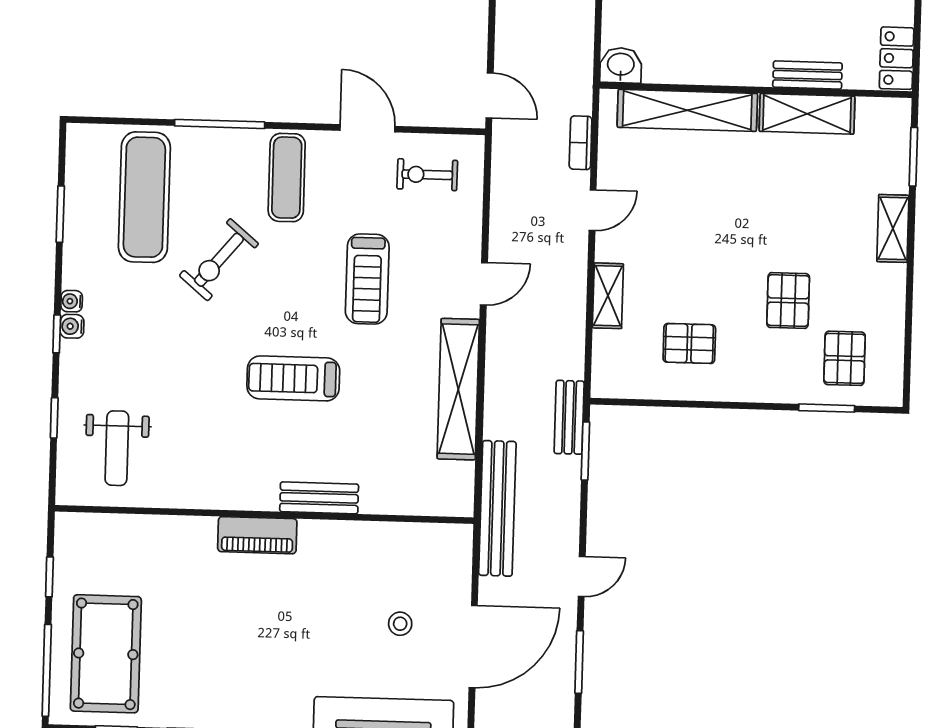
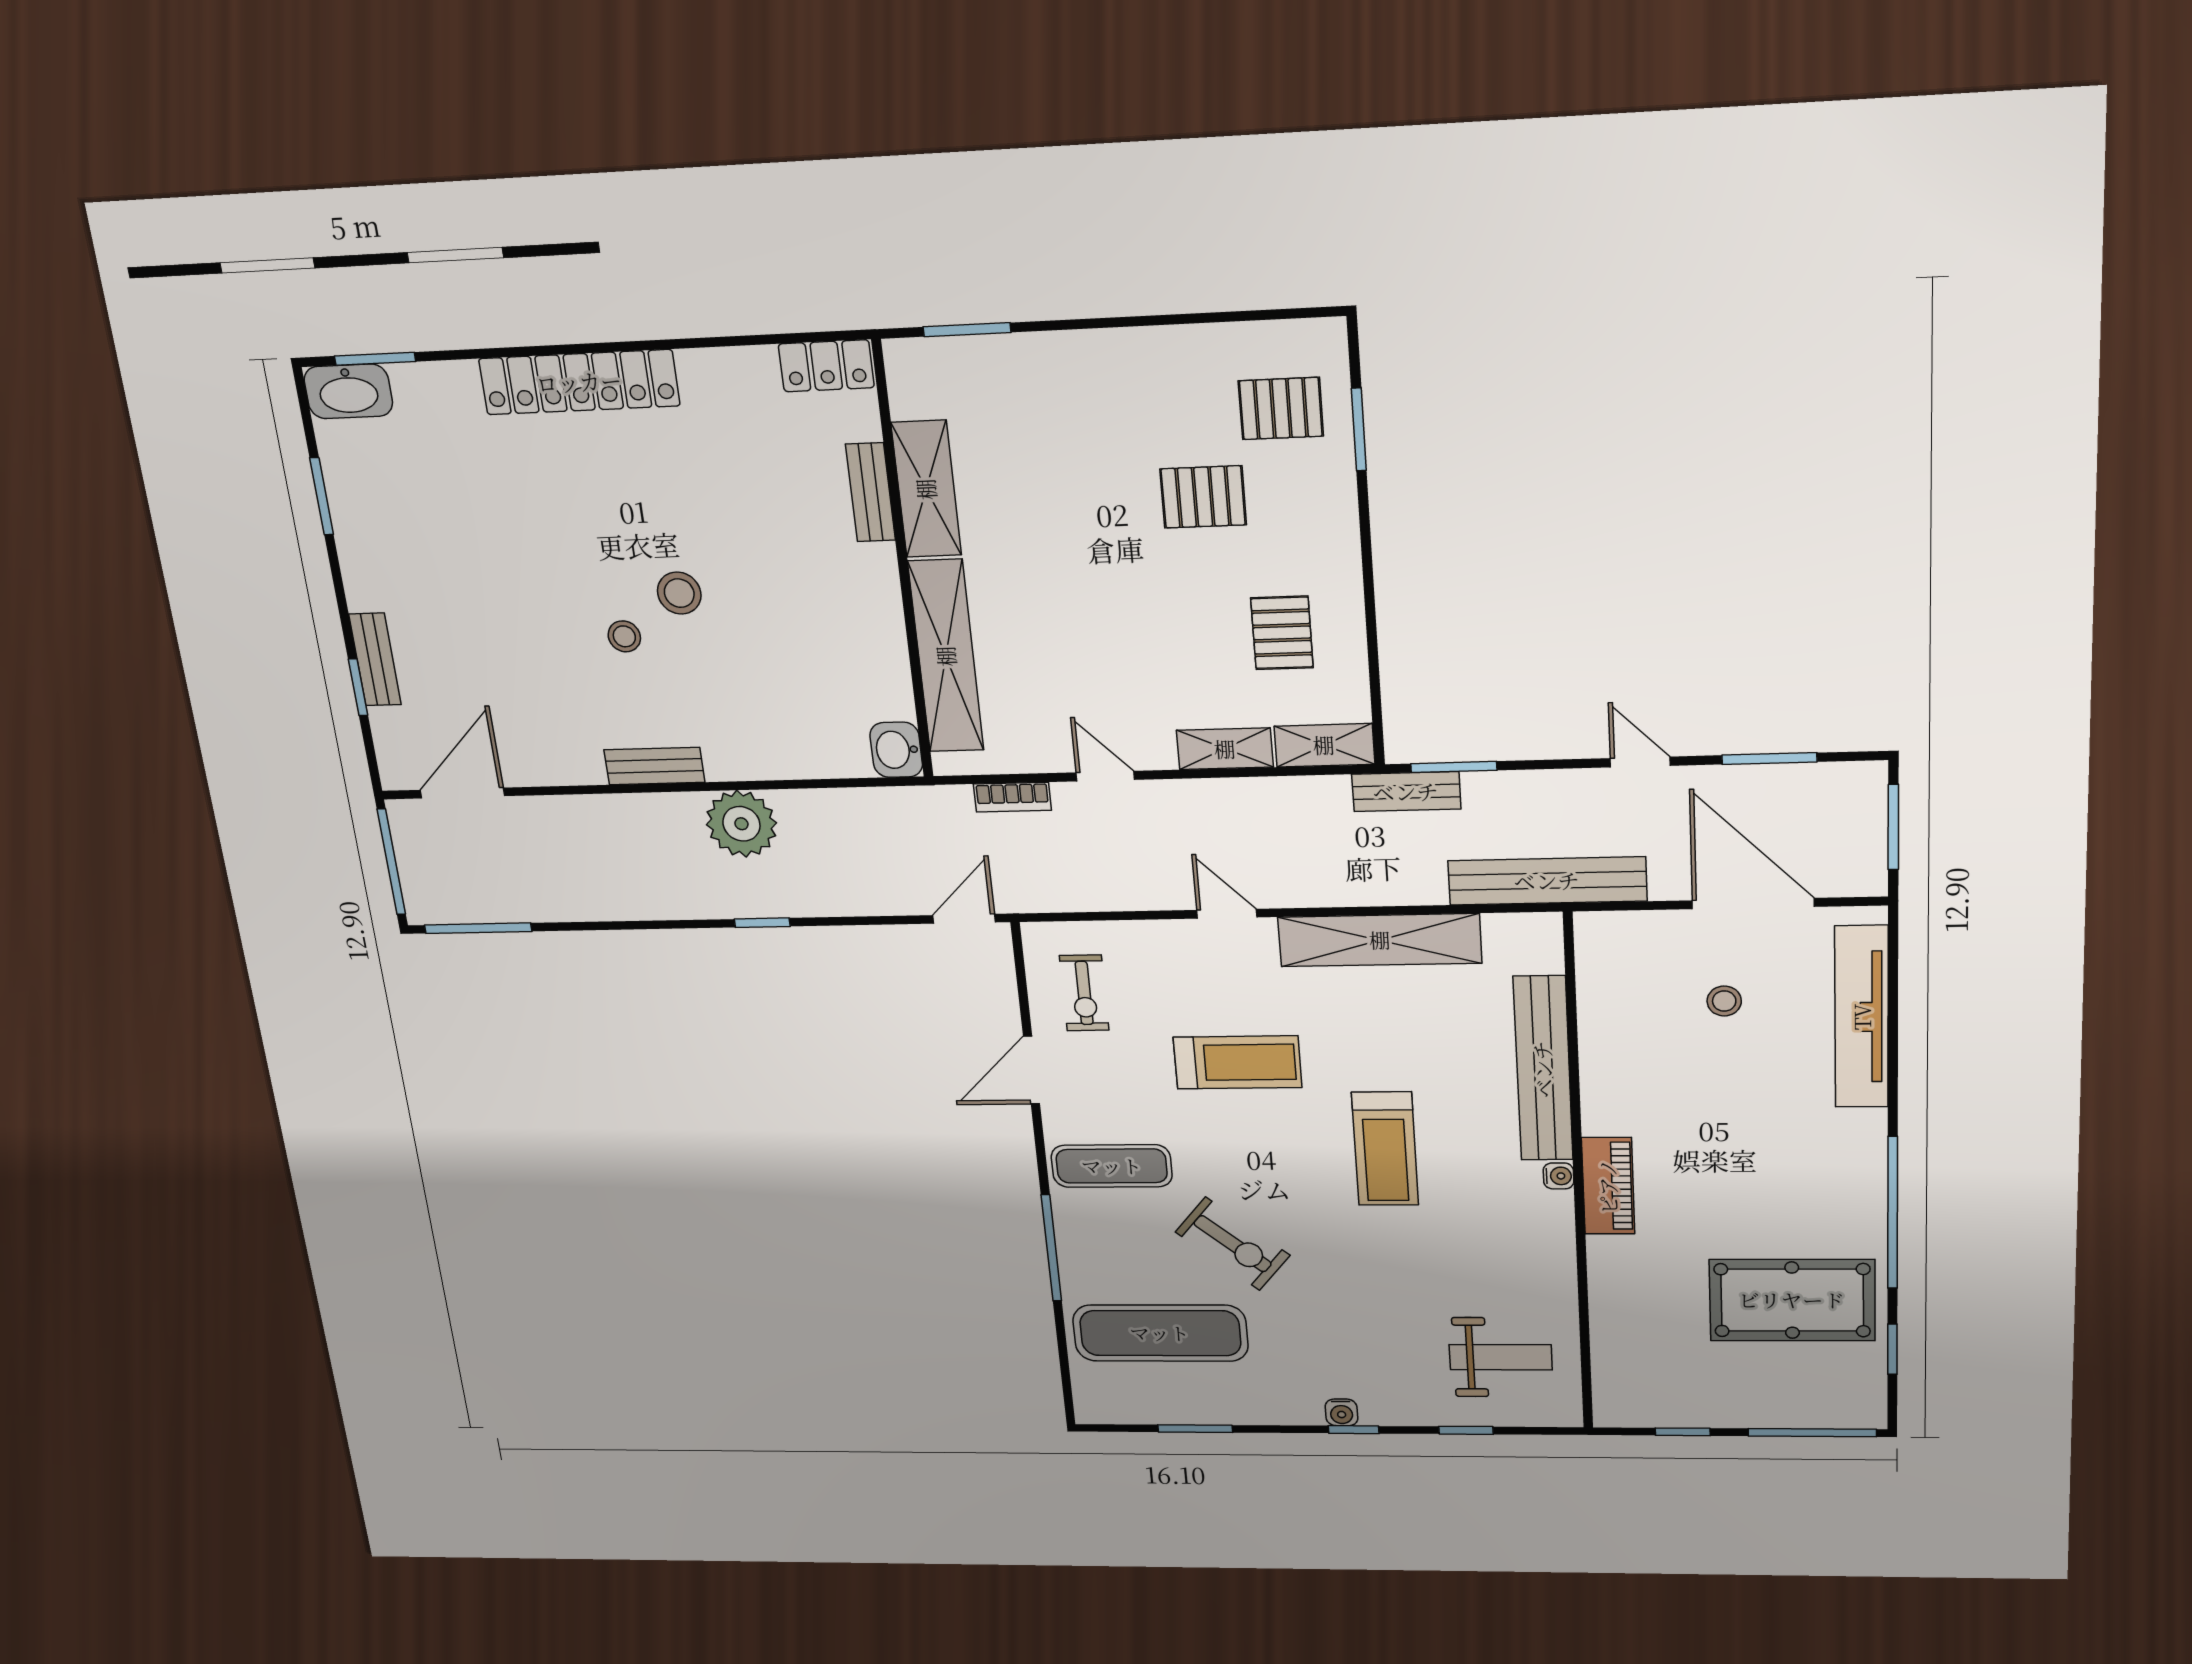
shelving: (893, 228) -> (1324, 745), moved
water cooler: (72, 301) -> (1559, 1176), moved, turned -90
bench: (319, 498) -> (1543, 1069), width x1.86, depth x1.21
pool table: (106, 654) -> (1792, 1300), moved

